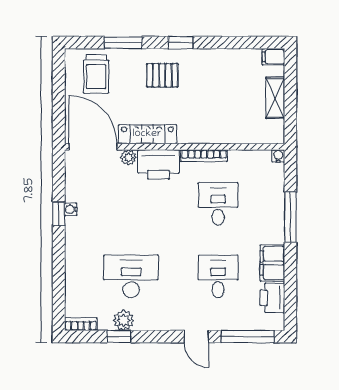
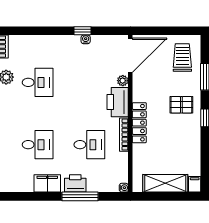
trolley: (96, 74) -> (182, 57), turned 90
pallet: (162, 75) -> (181, 105), turned 90
shelving: (275, 98) -> (165, 183), width x1.50, depth x1.33
locker: (147, 134) -> (139, 123), moved
desk: (131, 276) -> (38, 82), width x0.73
printer: (272, 298) -> (75, 183), moved

